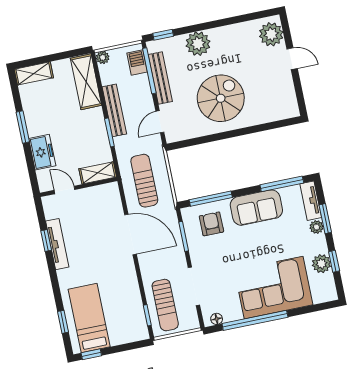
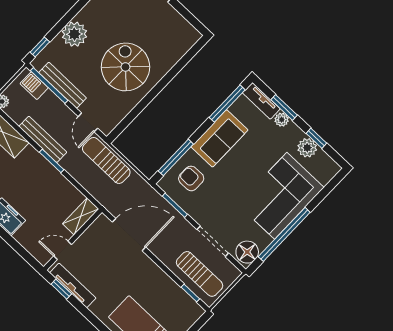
shelving: (98, 173) -> (81, 216), moved
sun lounger: (144, 181) -> (106, 160), moved
wall: (79, 187) -> (73, 240), moved
door: (64, 190) -> (63, 250), moved
floor lamp: (217, 319) -> (247, 252), width x1.89, depth x1.89

